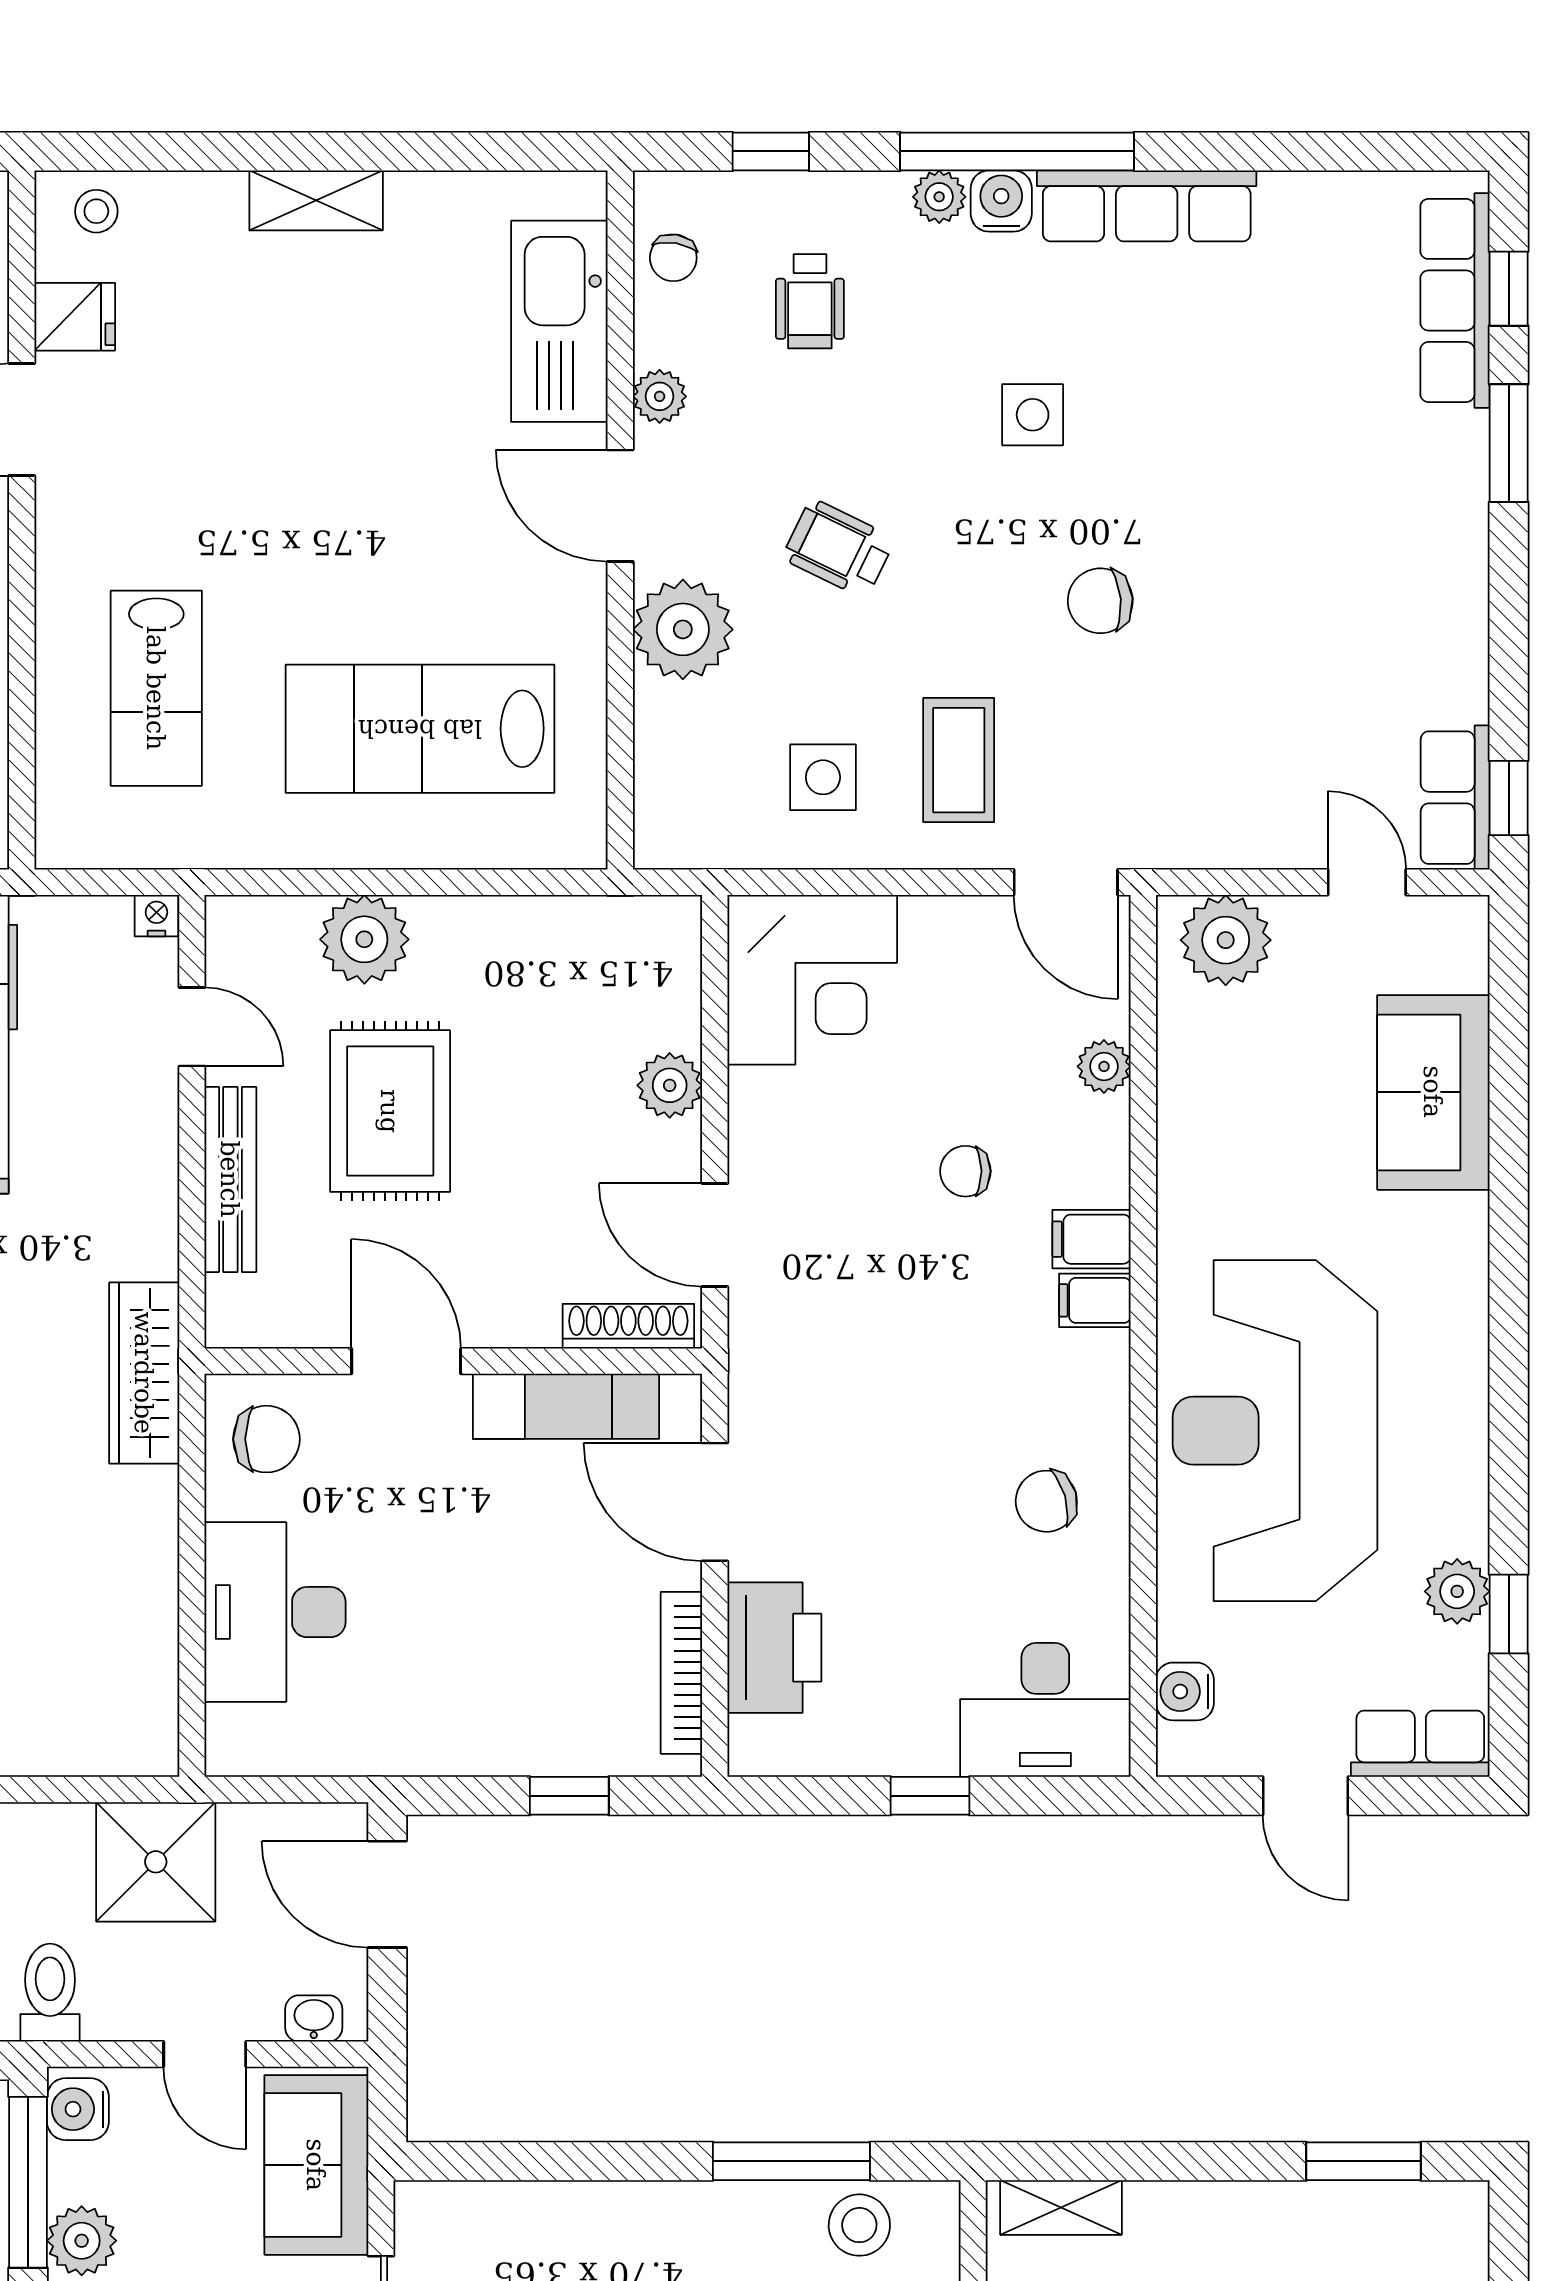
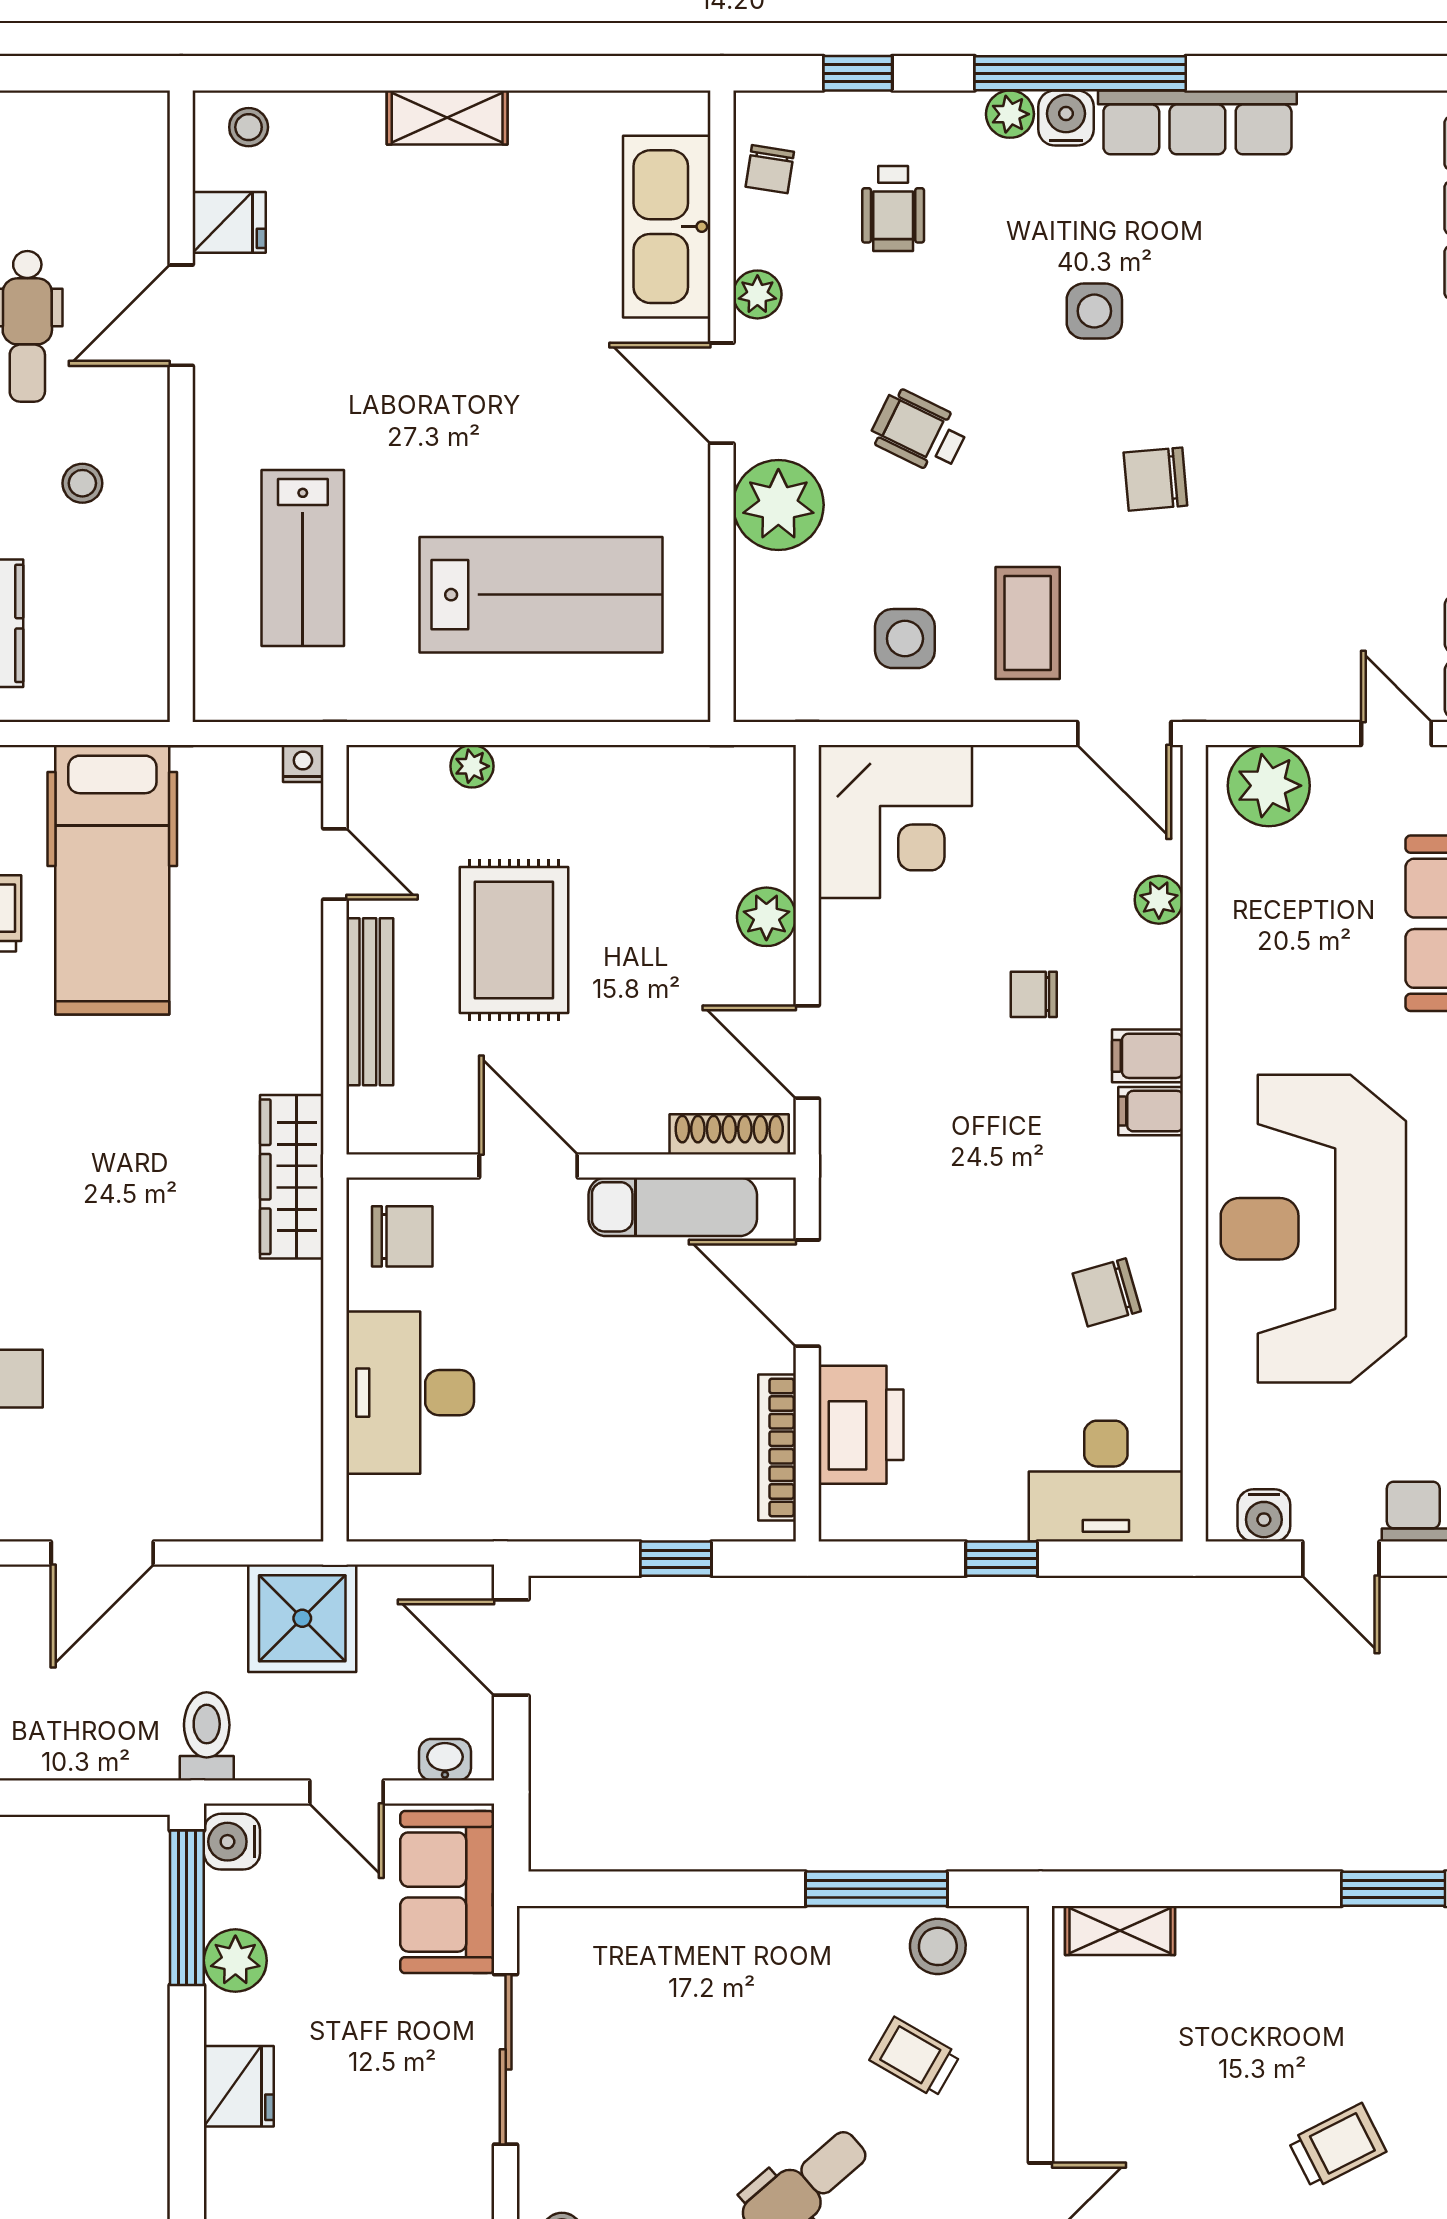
lab bench: (420, 729) -> (541, 595), turned 180
plant: (364, 939) -> (472, 766), width x0.53, depth x0.53
water cooler: (1185, 1691) -> (1264, 1515), moved, turned -90

